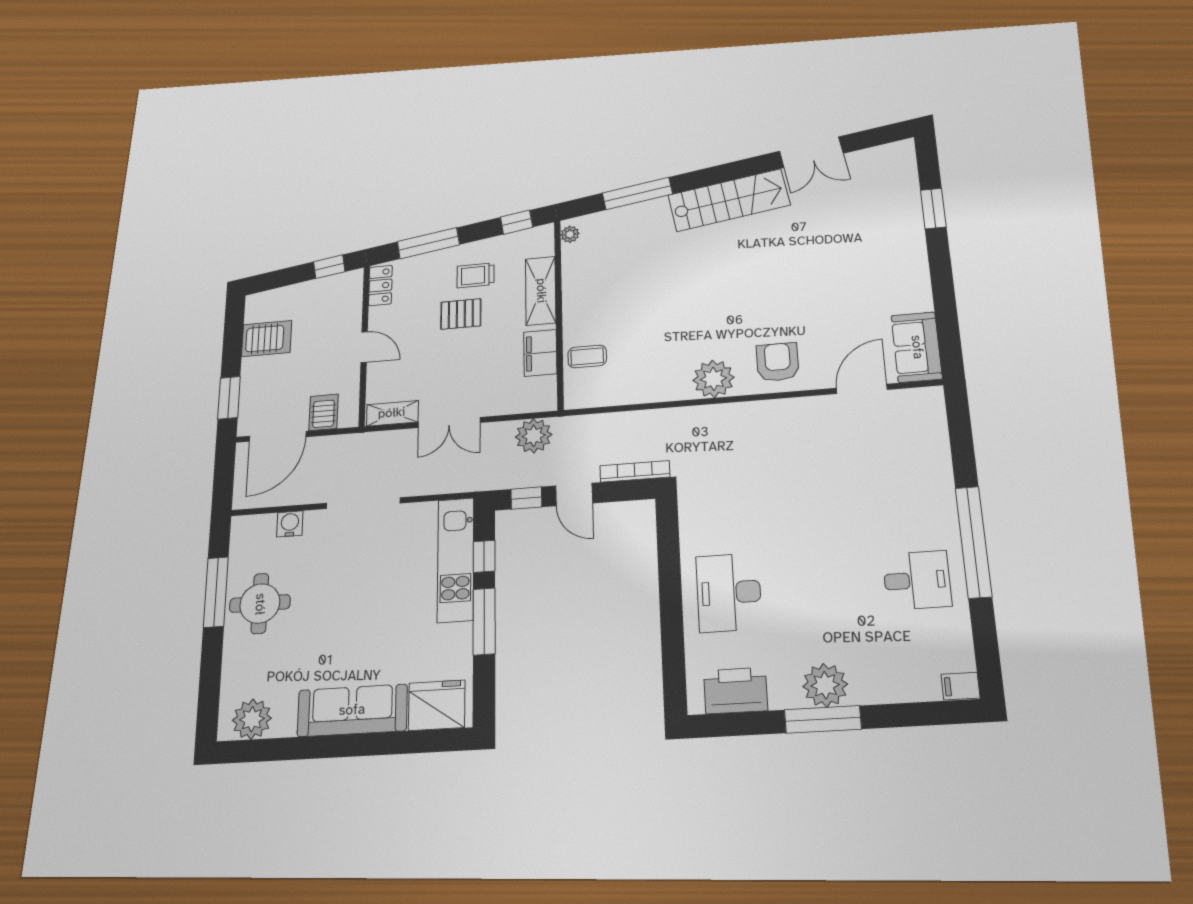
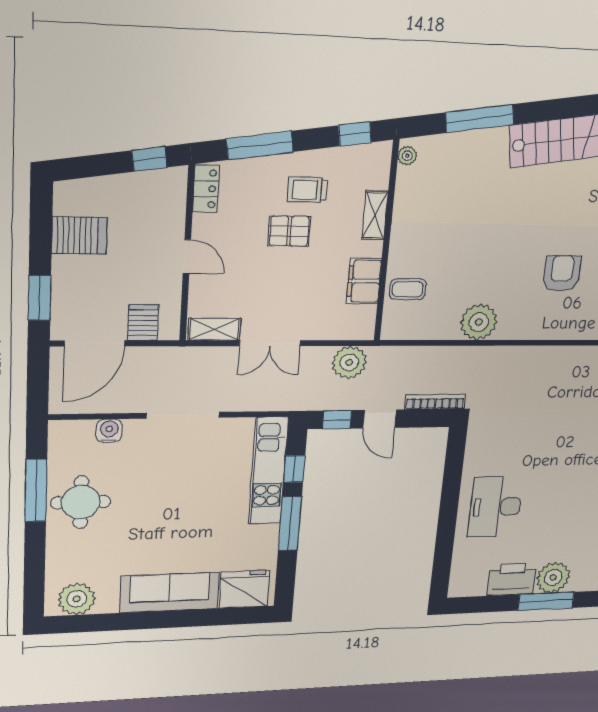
shelving: (541, 291) -> (375, 215), width x0.67, depth x0.75
armchair: (778, 362) -> (562, 273), moved
plant: (713, 379) -> (479, 322), moved
printer: (736, 691) -> (512, 579), moved

